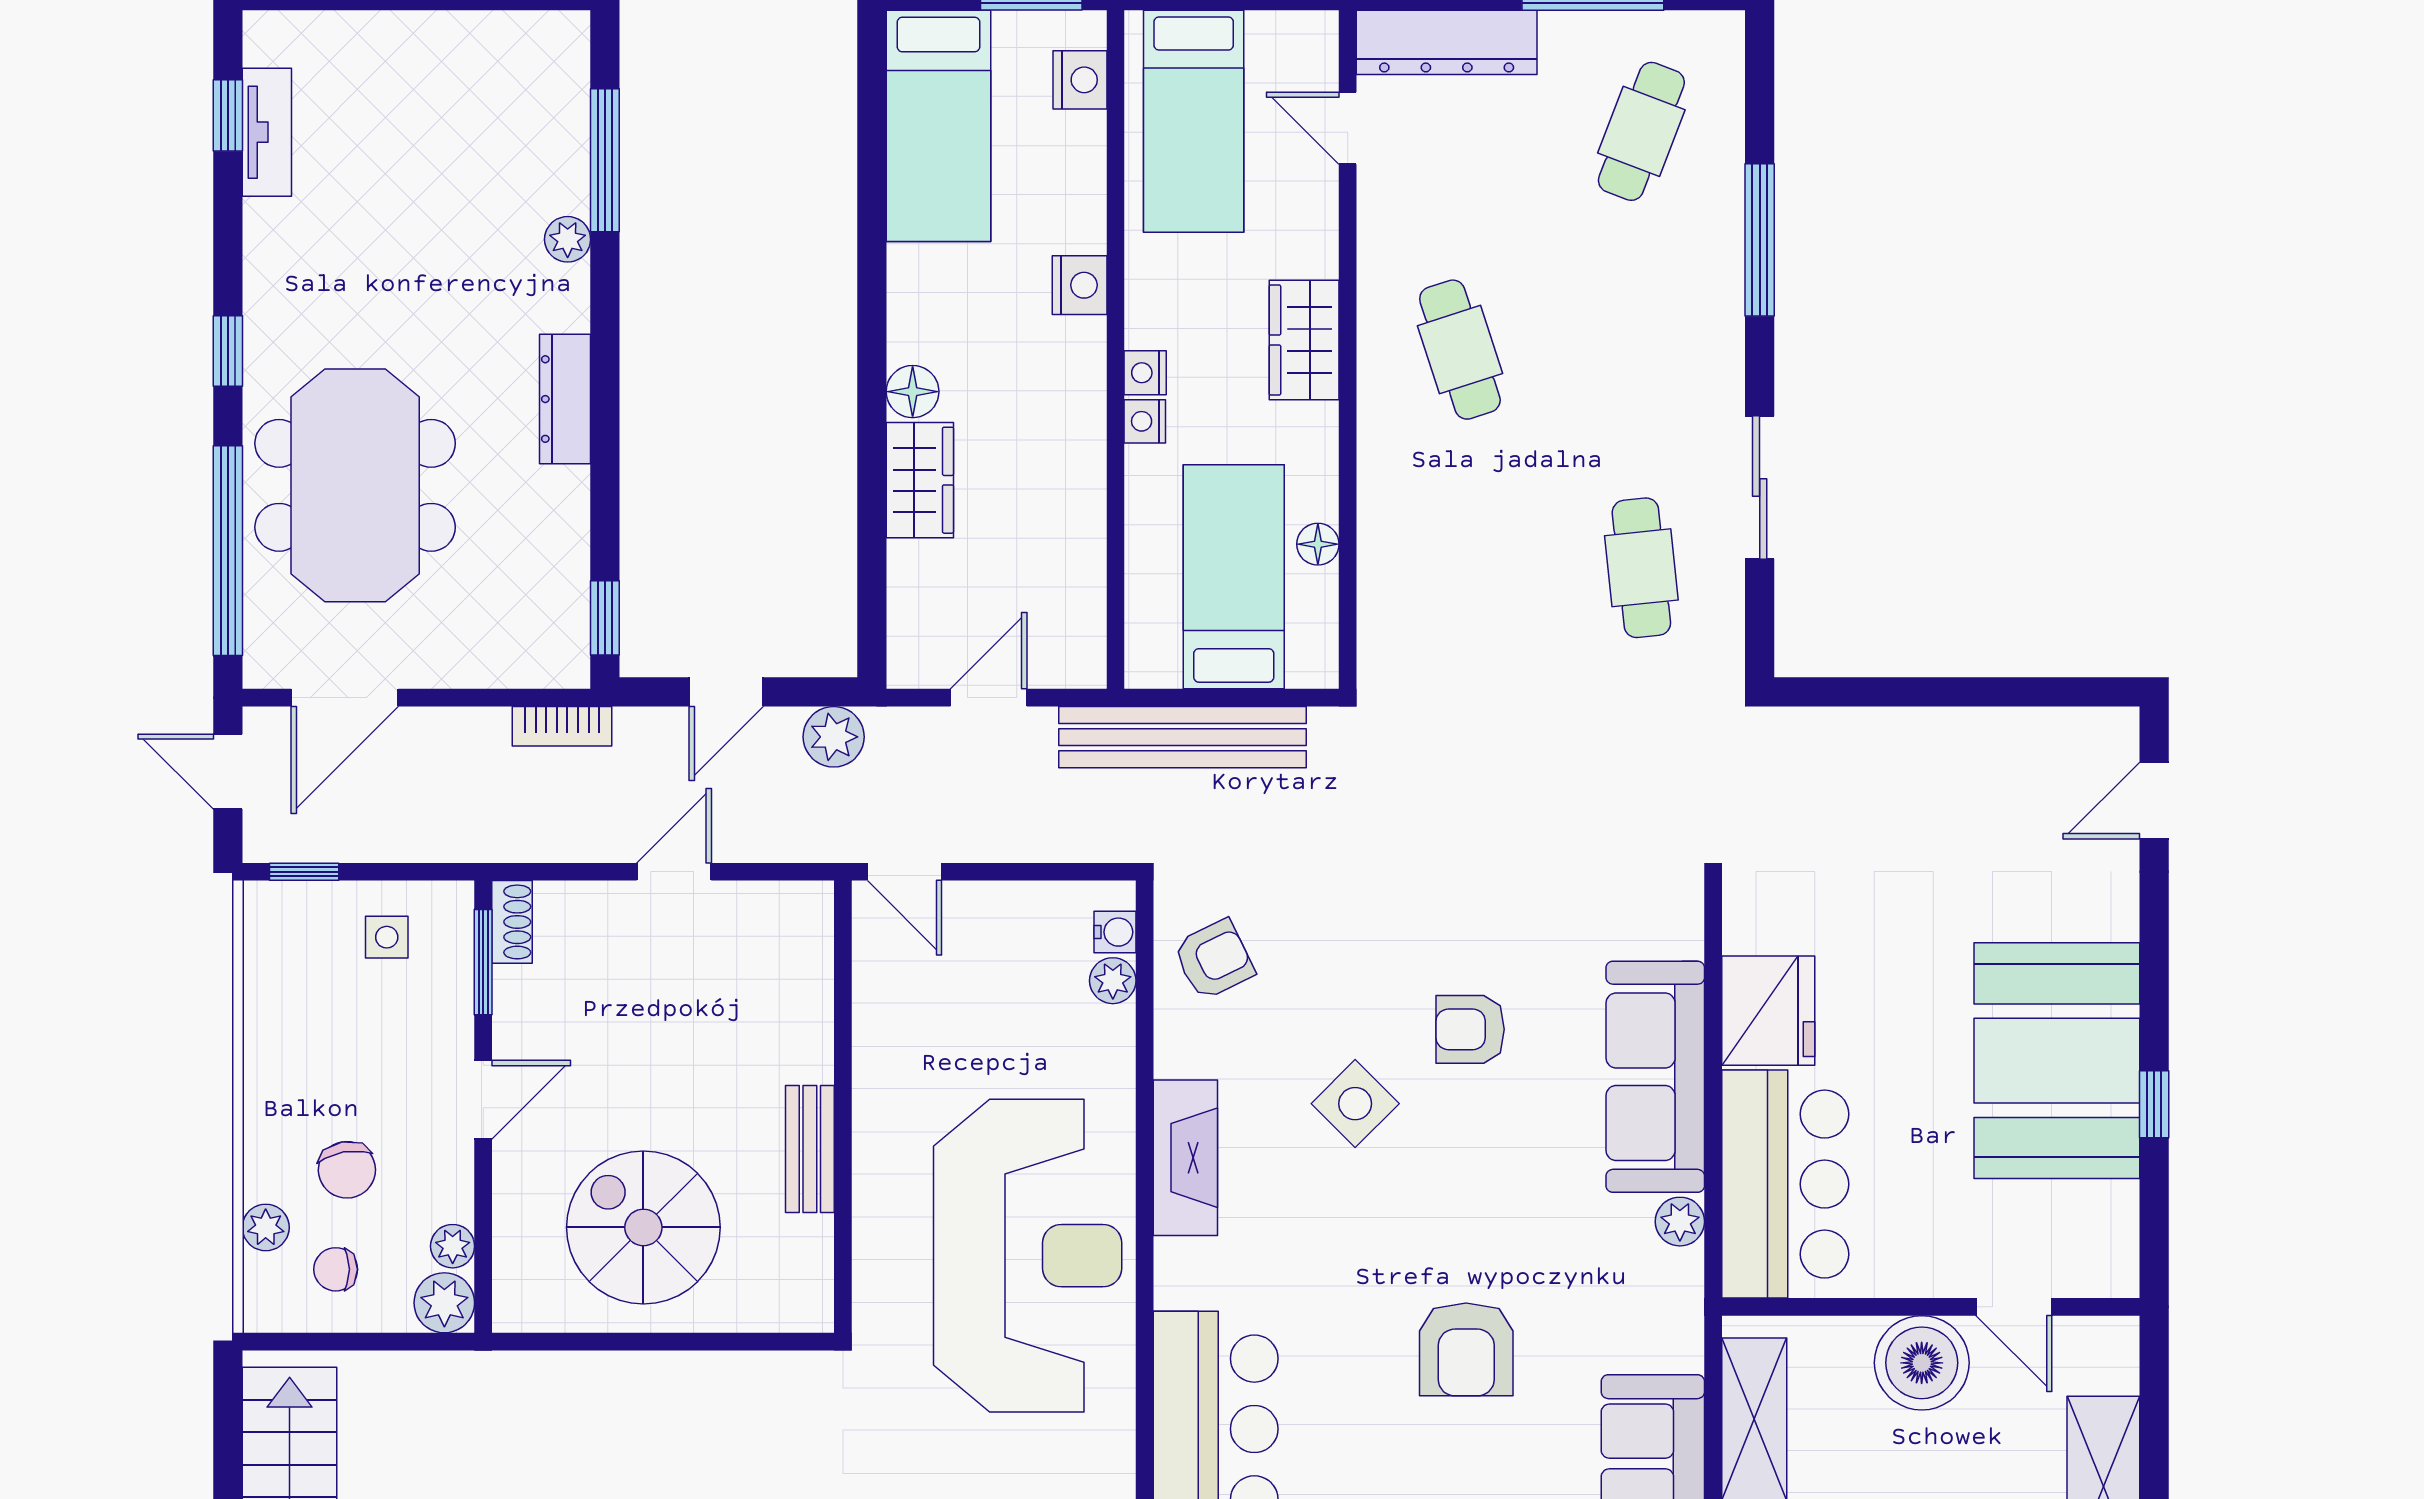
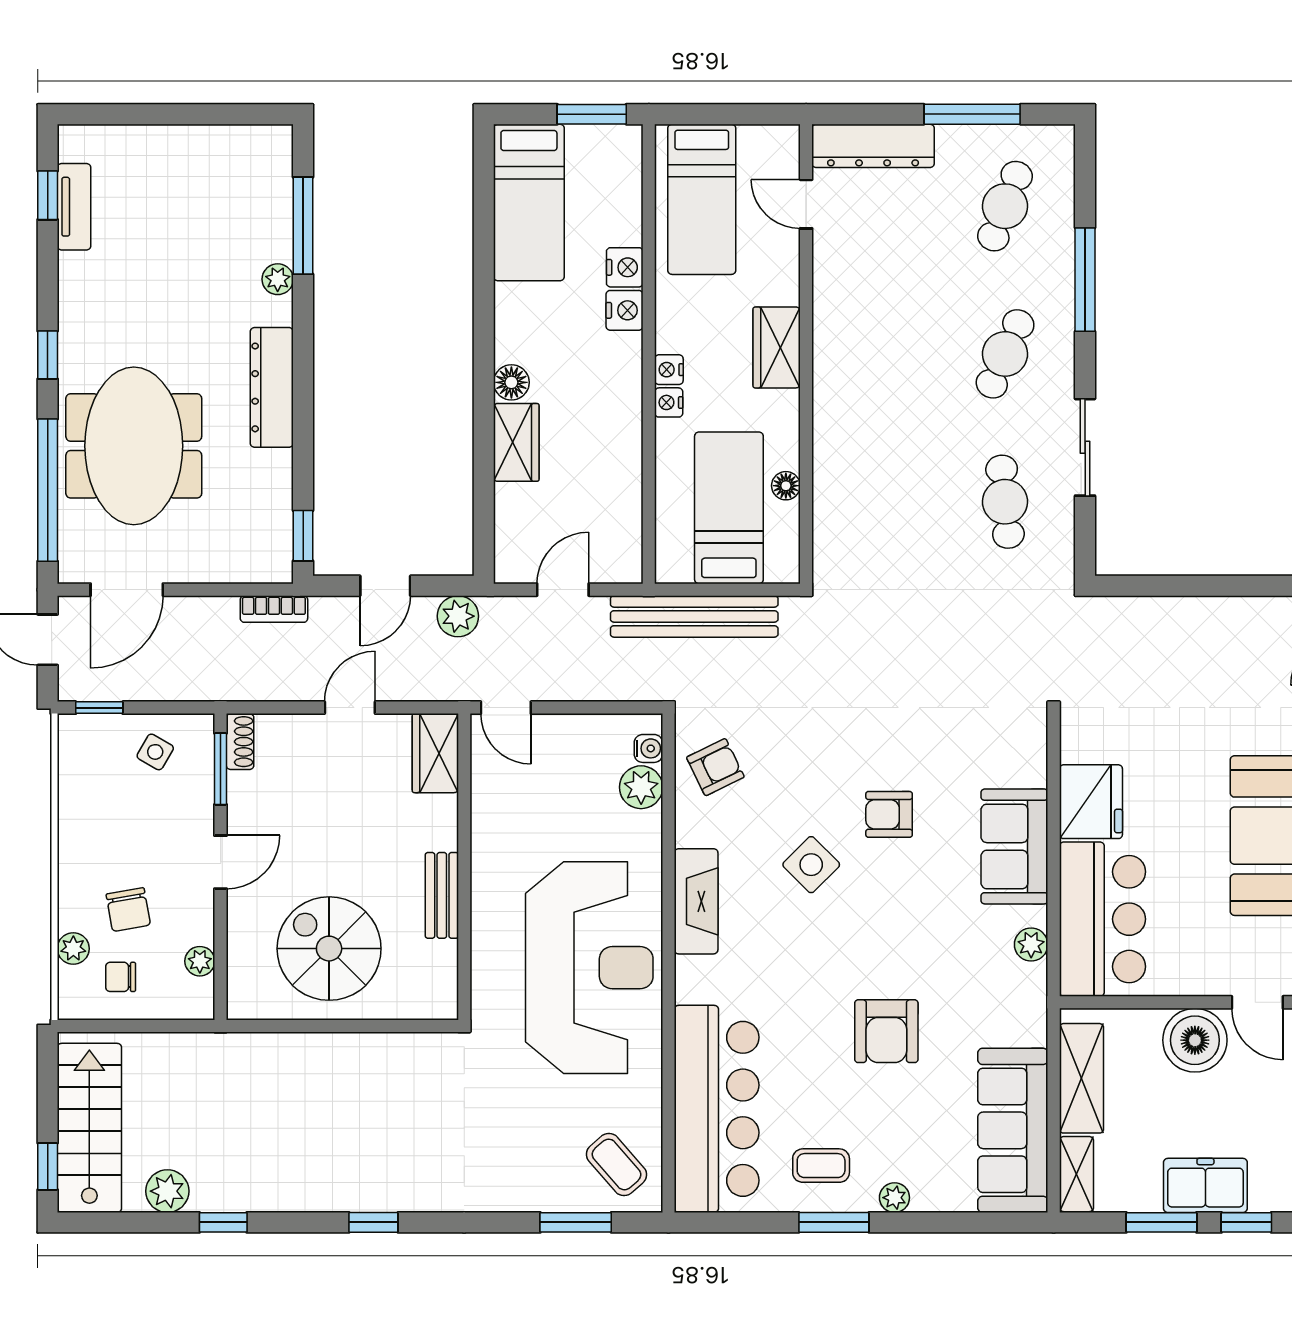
nightstand: (1080, 80) -> (625, 267), moved
cafe table: (1460, 350) -> (1005, 354), moved, turned 42
dresser: (565, 399) -> (272, 387), width x1.37, depth x1.24
side table: (387, 937) -> (155, 752), turned 30
wardrobe: (800, 939) -> (435, 753), added
plant: (1113, 981) -> (641, 787), width x1.38, depth x1.38
sofa: (1655, 1077) -> (1014, 846), width x0.73
plant: (444, 1303) -> (194, 1000), removed

